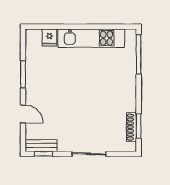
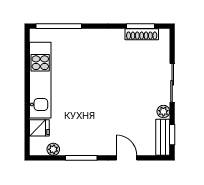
plant: (31, 50) -> (53, 149), added
door: (23, 114) -> (127, 158), hinge flipped
plant: (64, 146) -> (163, 111), added

